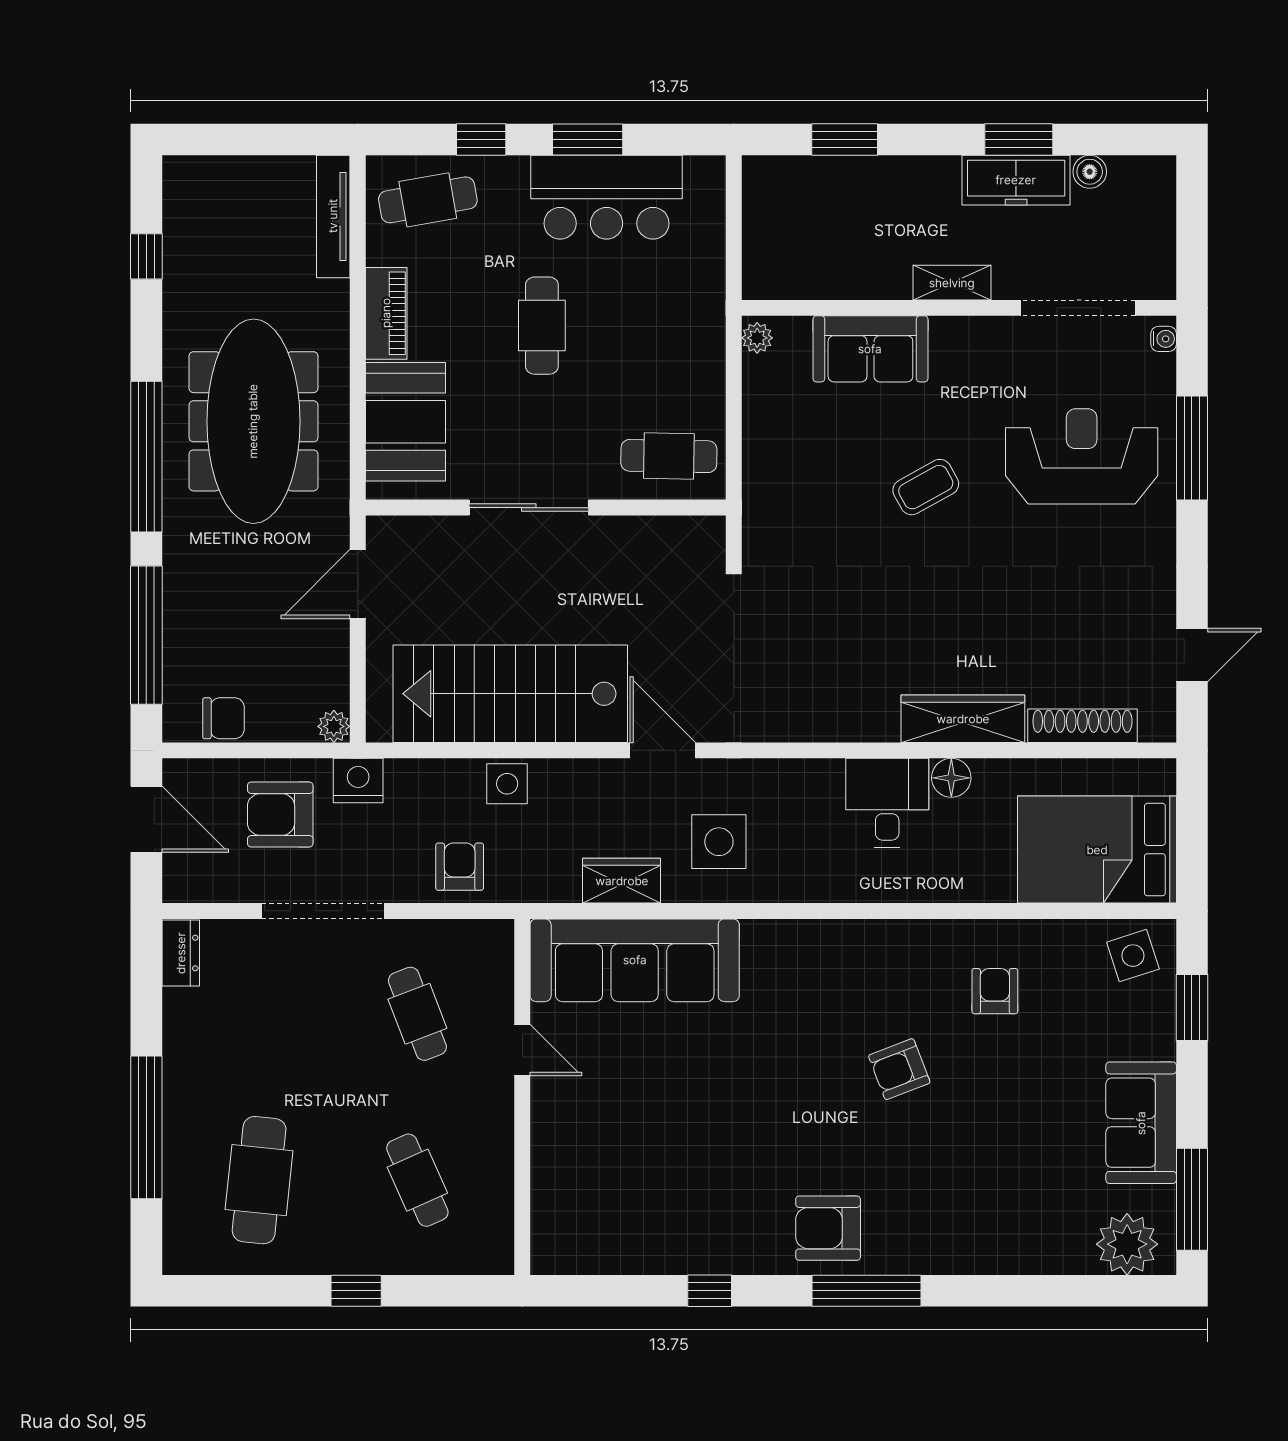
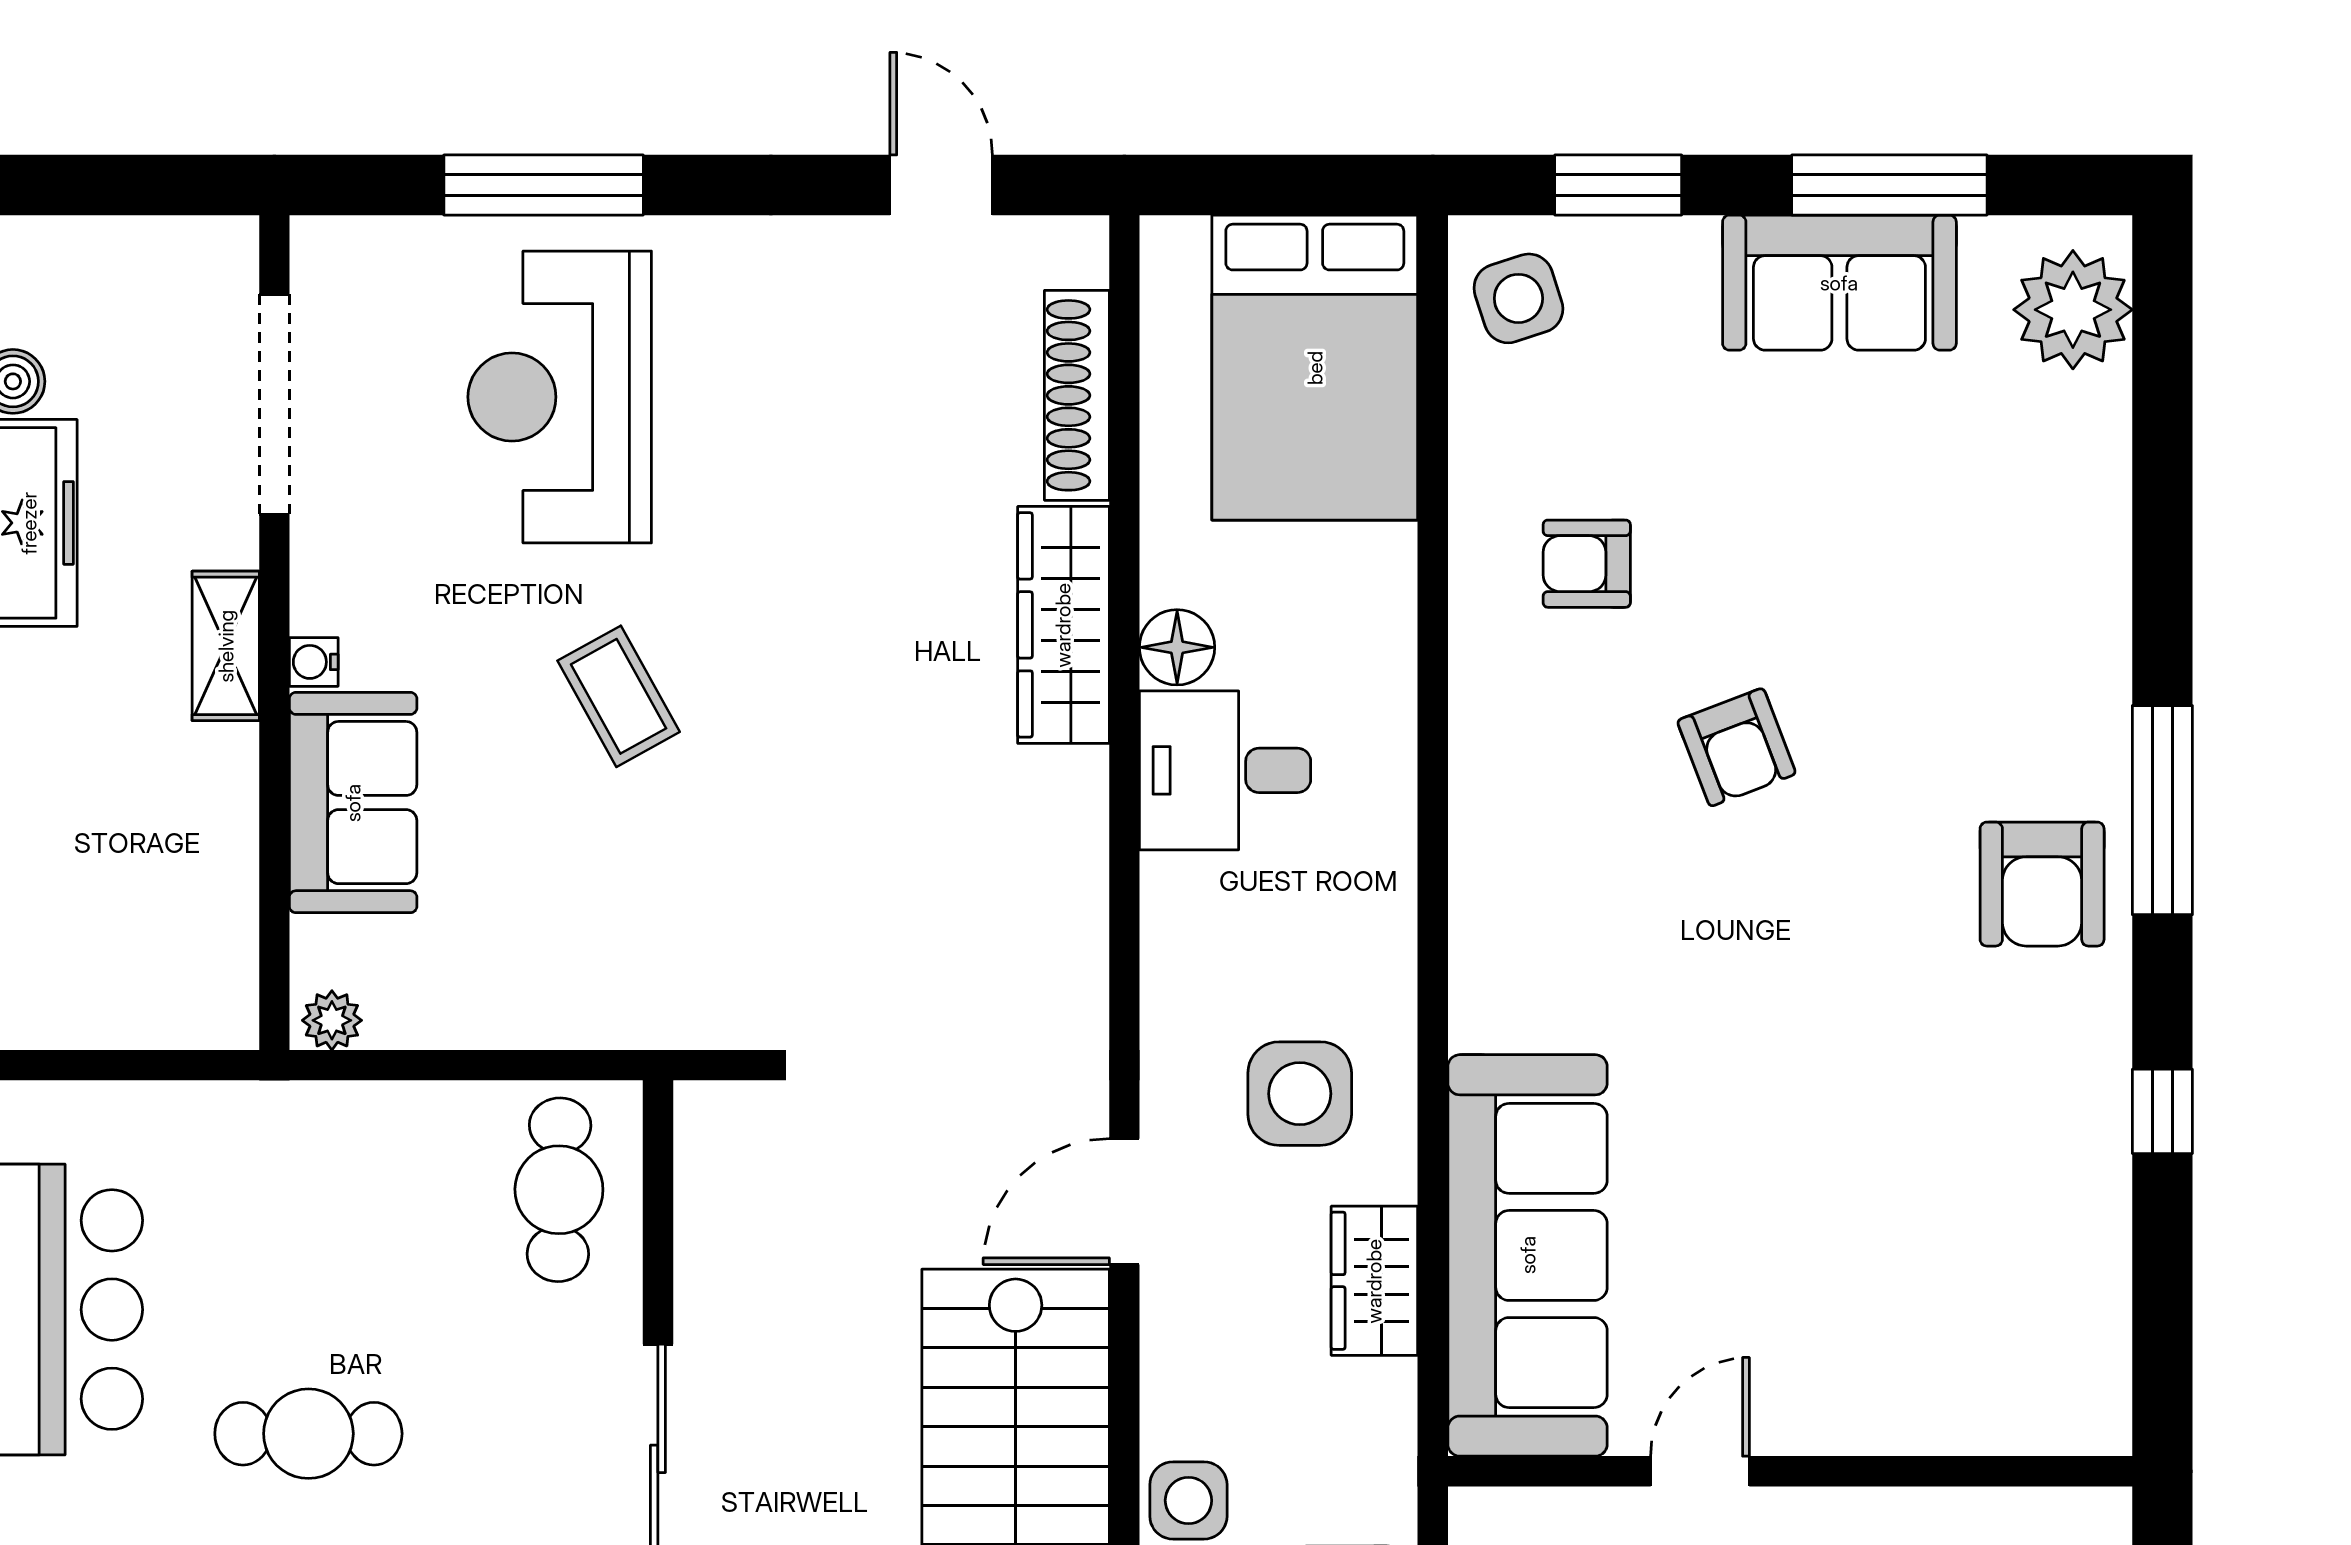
water cooler: (1164, 339) -> (314, 662), moved, turned -90
window: (1192, 1199) -> (1889, 185), moved

